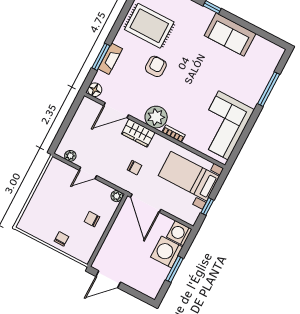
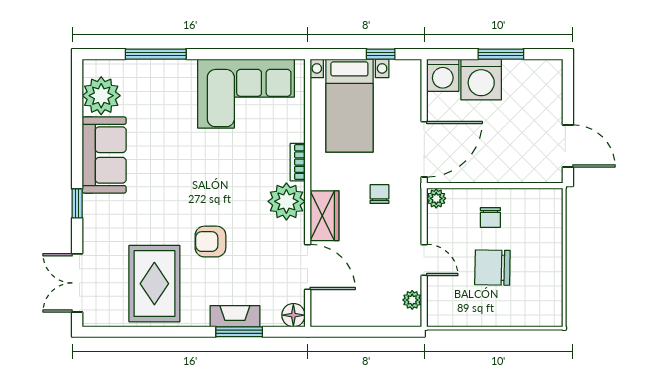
plant: (262, 49) -> (101, 96), added
chair: (62, 239) -> (492, 268), moved, width x1.87, depth x1.87

